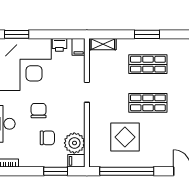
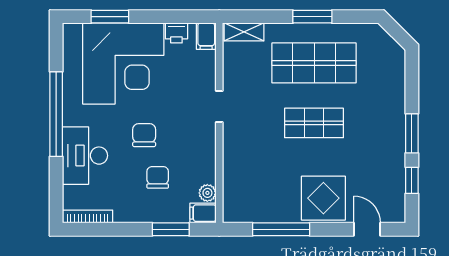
shop shelf: (148, 64) -> (314, 63), width x1.43, depth x1.36
display table: (125, 137) -> (323, 198), moved
chair: (47, 138) -> (158, 177), turned -90
plant: (74, 143) -> (207, 193), width x0.53, depth x0.53
window: (127, 171) -> (281, 229), width x0.68

